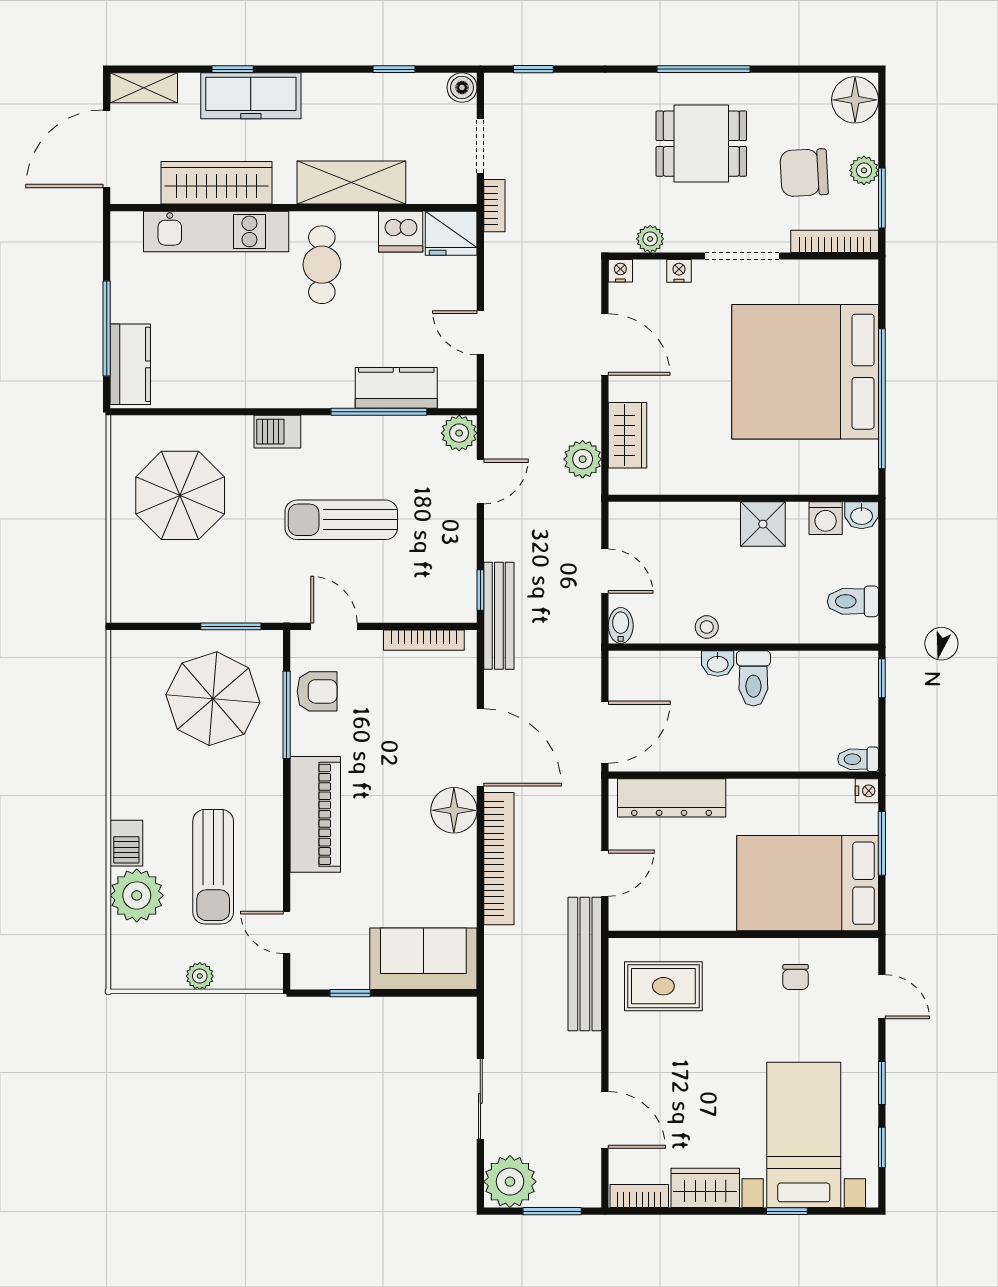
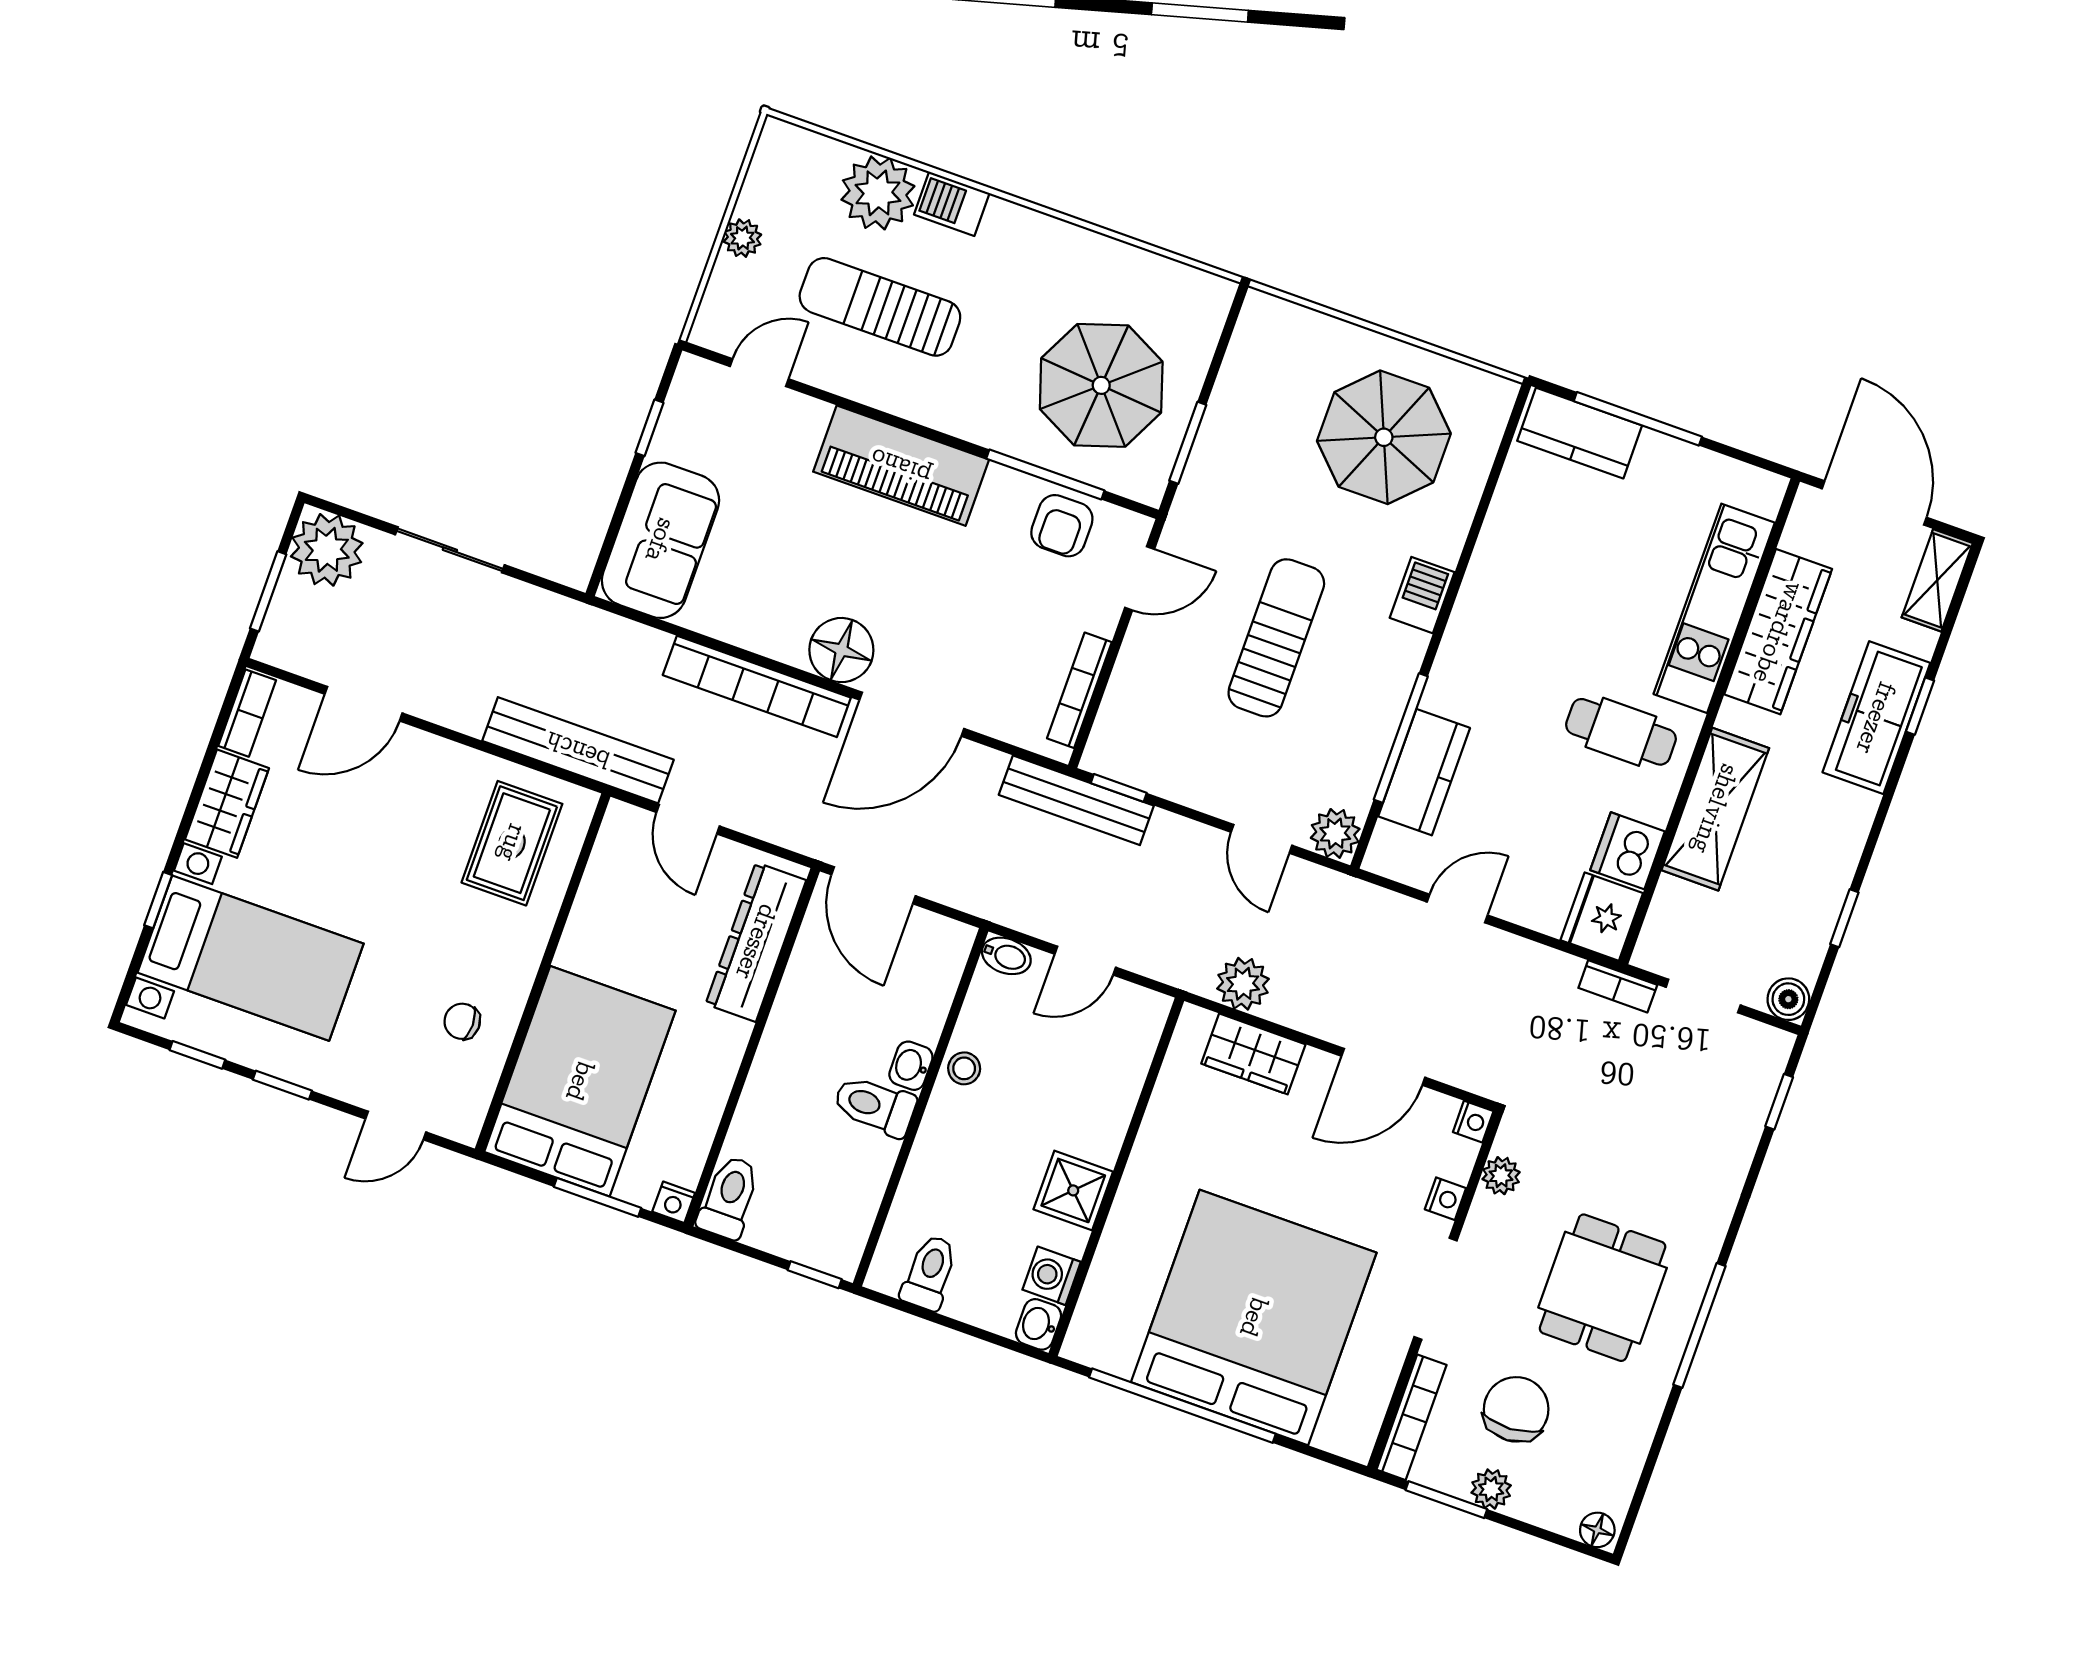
floor lamp: (855, 100) -> (1597, 1530), width x0.53, depth x0.53
toilet: (858, 759) -> (729, 1197), width x1.37, depth x1.39

